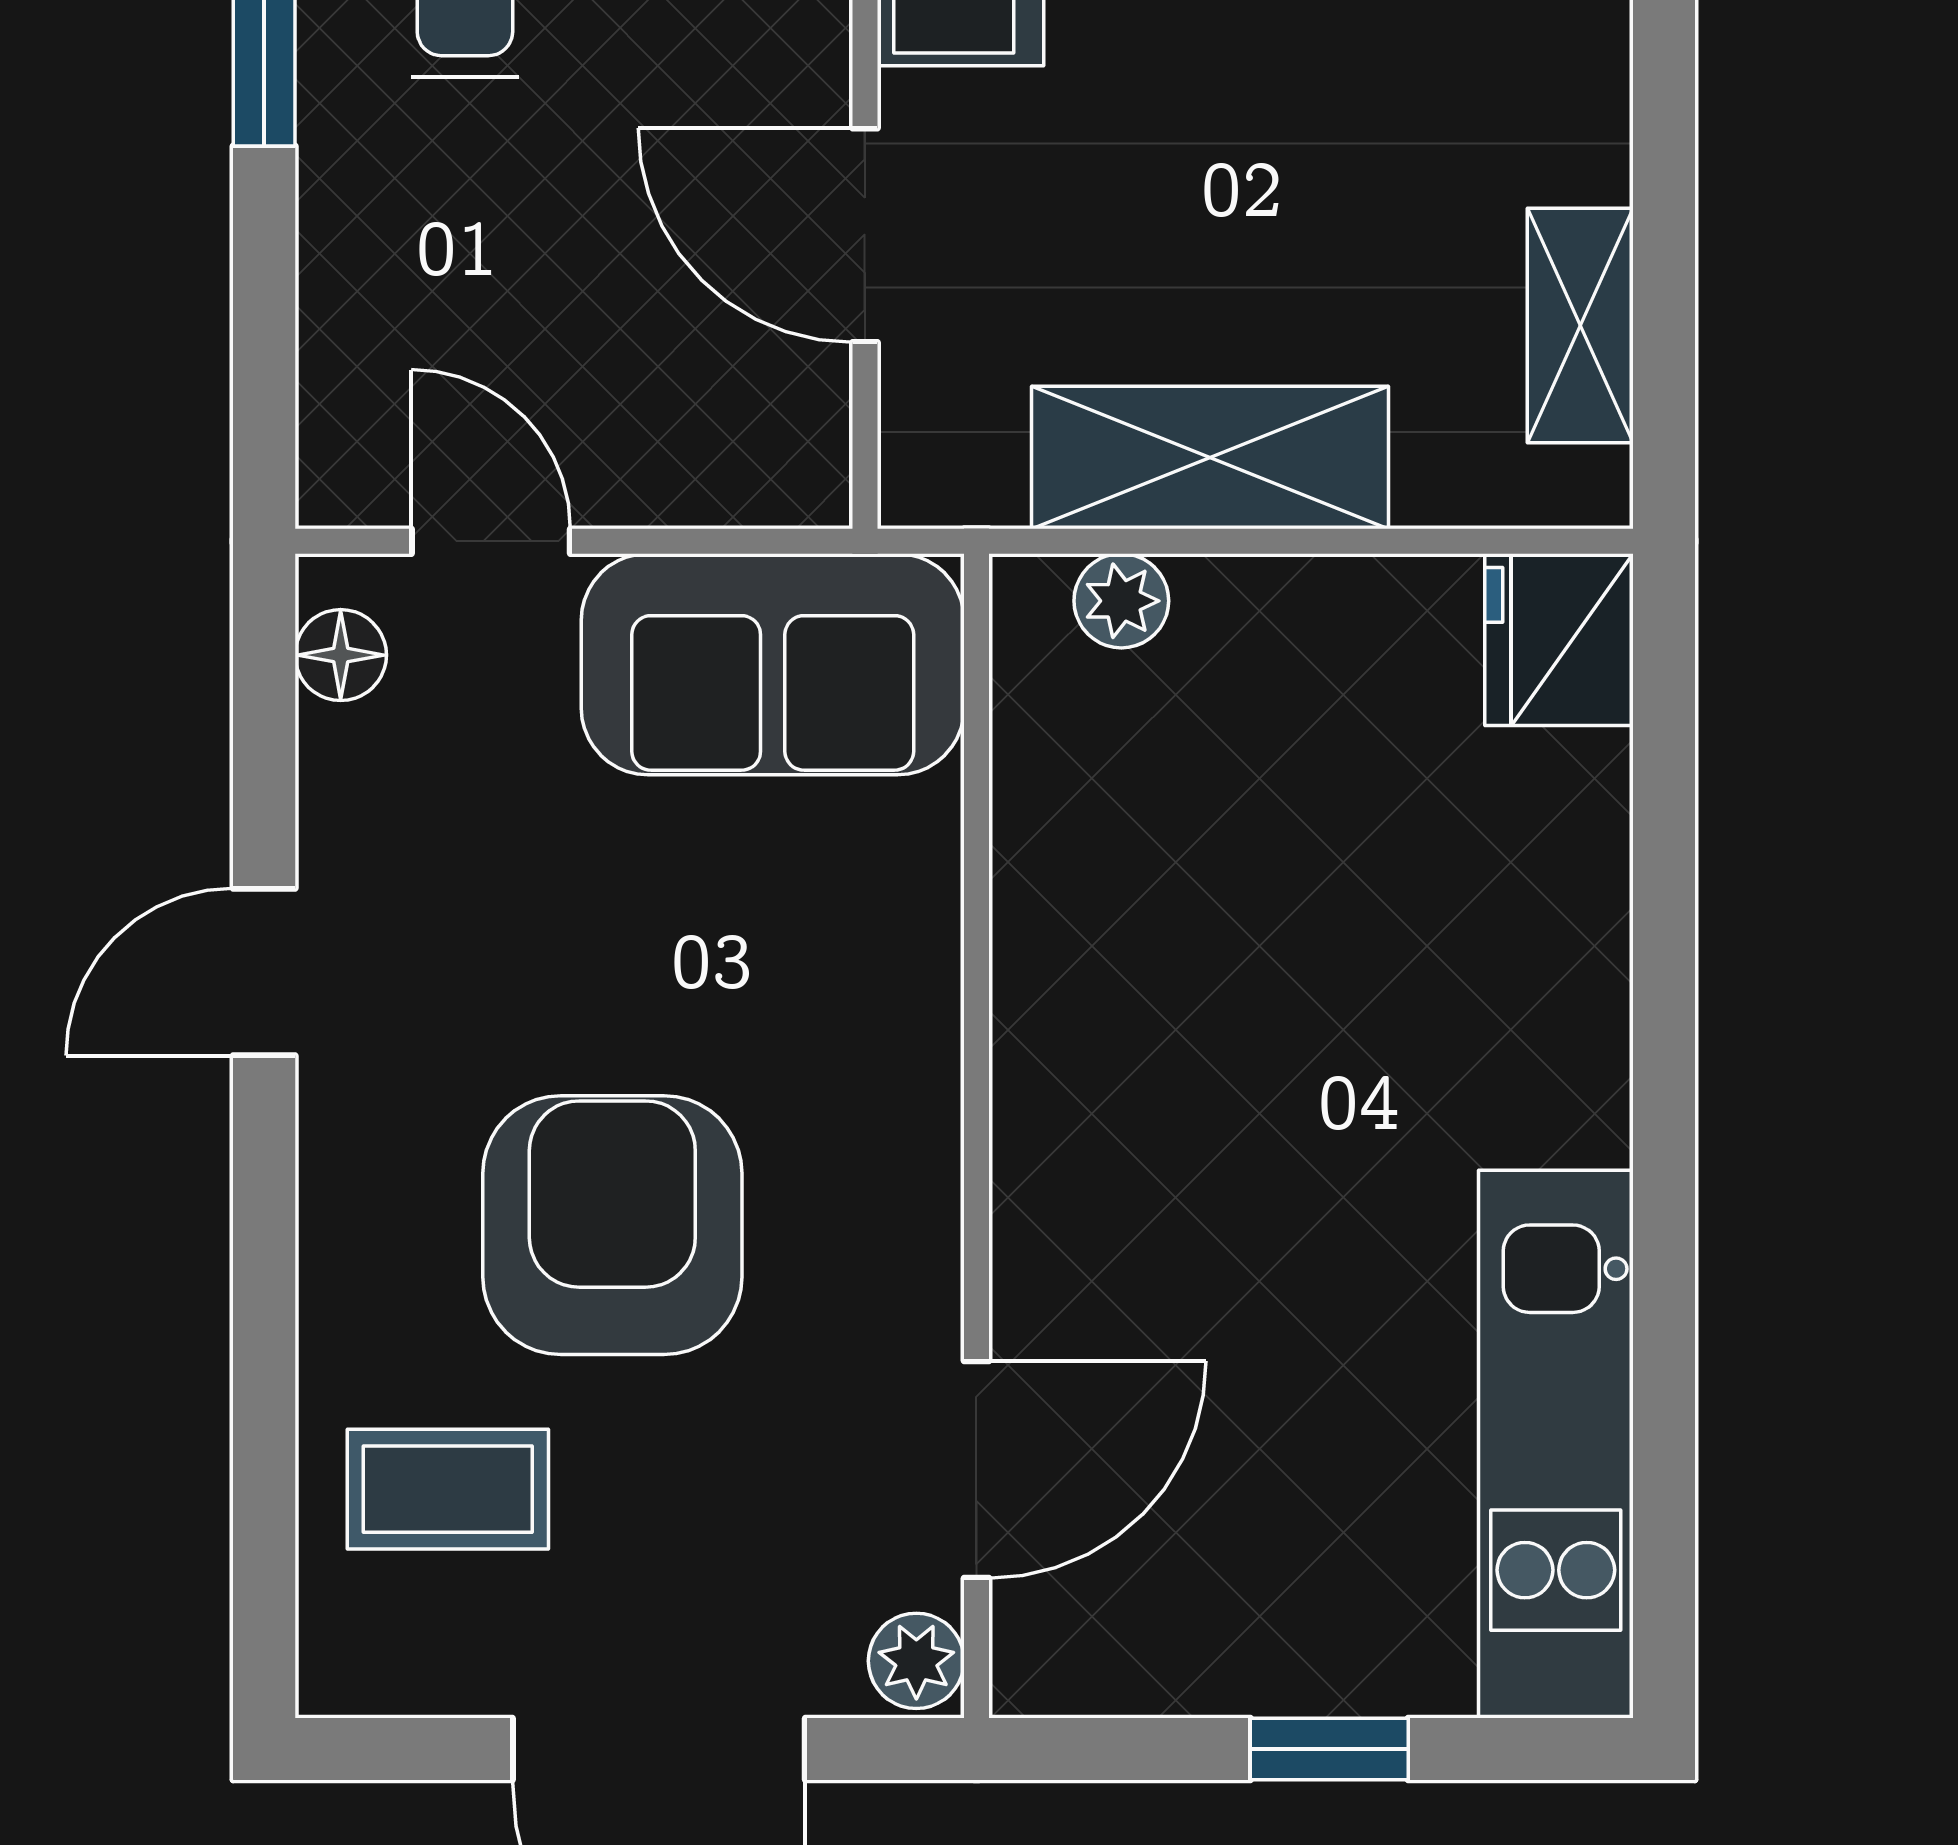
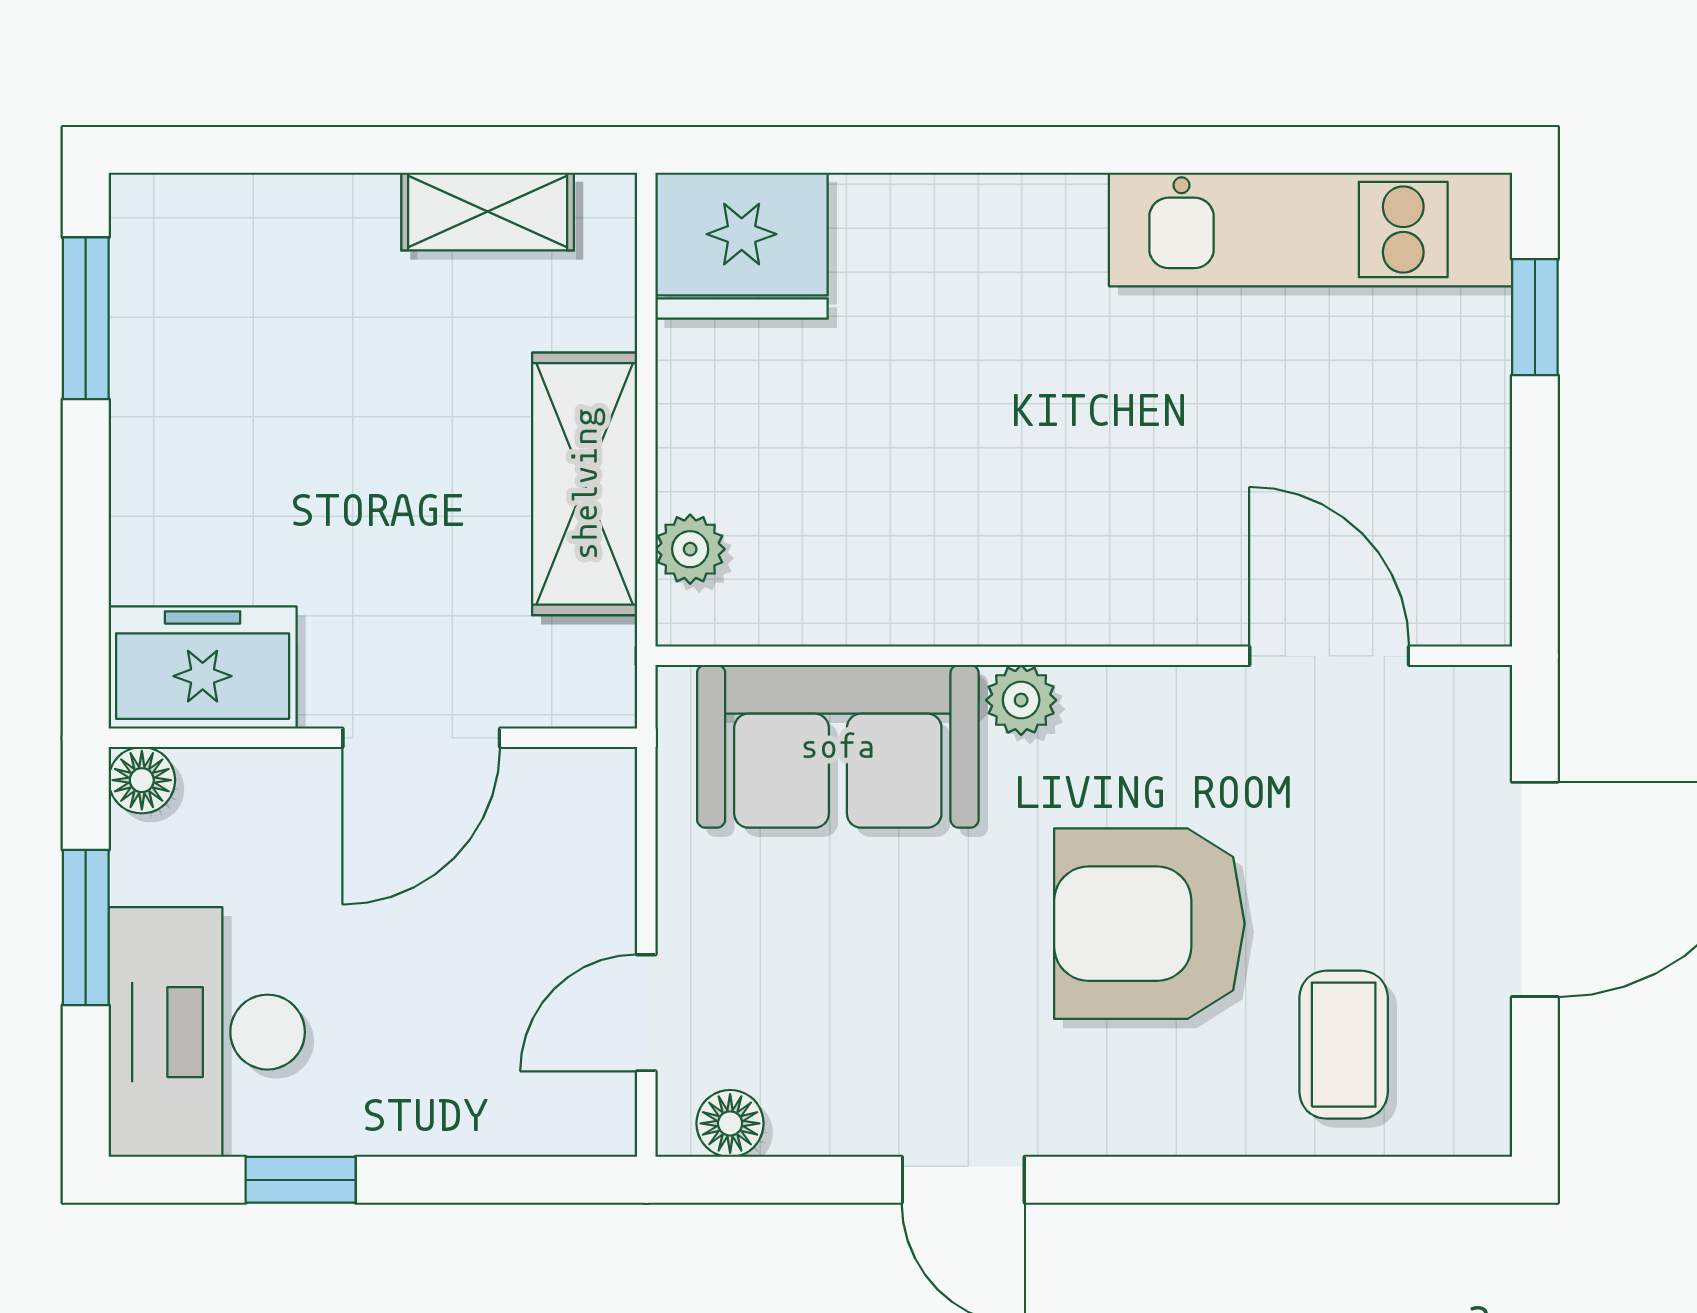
fridge: (1559, 640) -> (742, 246), width x1.36, depth x1.34
sofa: (773, 664) -> (838, 746), moved, turned 90
plant: (916, 1661) -> (1021, 700), moved
window: (1329, 1749) -> (1535, 317), moved

